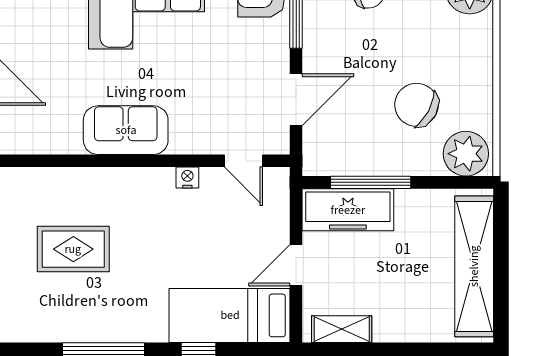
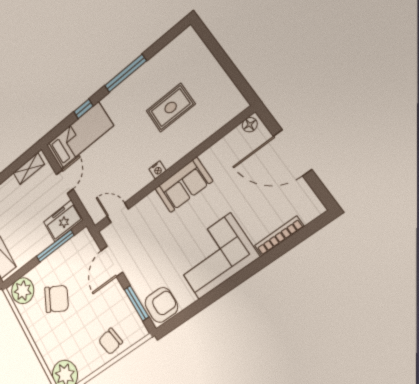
nightstand: (187, 178) -> (157, 170), moved
freezer: (348, 210) -> (63, 221), width x0.71

